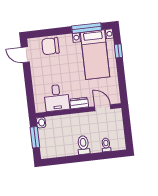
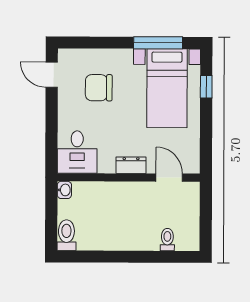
chair: (50, 46) -> (99, 88), moved
desk: (57, 98) -> (77, 152), moved
window: (35, 137) -> (51, 213), removed
toilet: (83, 145) -> (66, 235), moved

